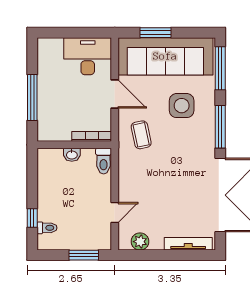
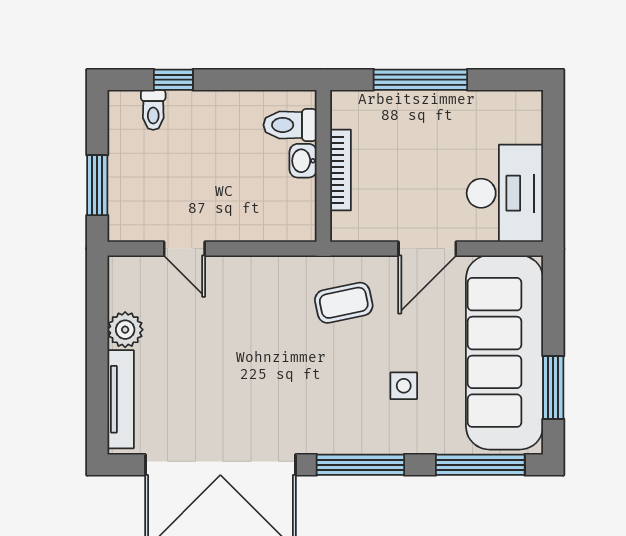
window: (156, 33) -> (553, 387), moved
side table: (182, 106) -> (404, 386), width x0.54, depth x0.54
bookcase: (92, 136) -> (341, 170), moved
toilet: (104, 161) -> (290, 125), moved
plant: (140, 242) -> (125, 330), moved

